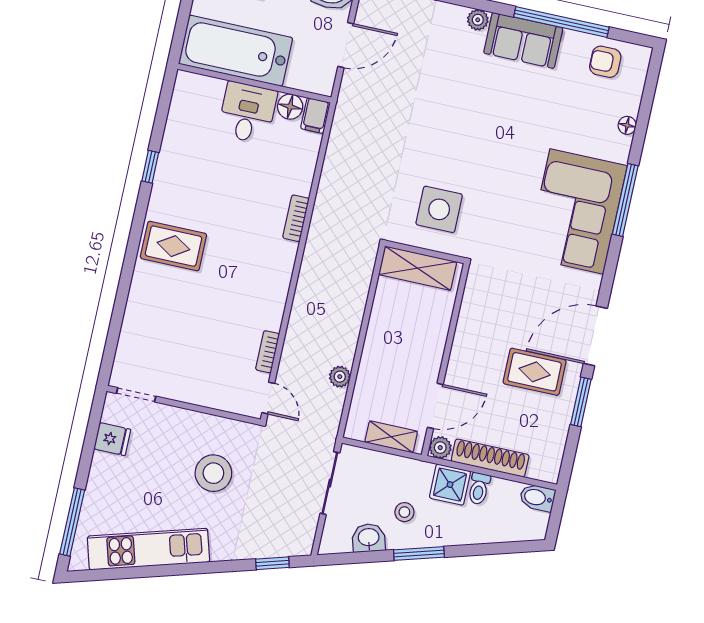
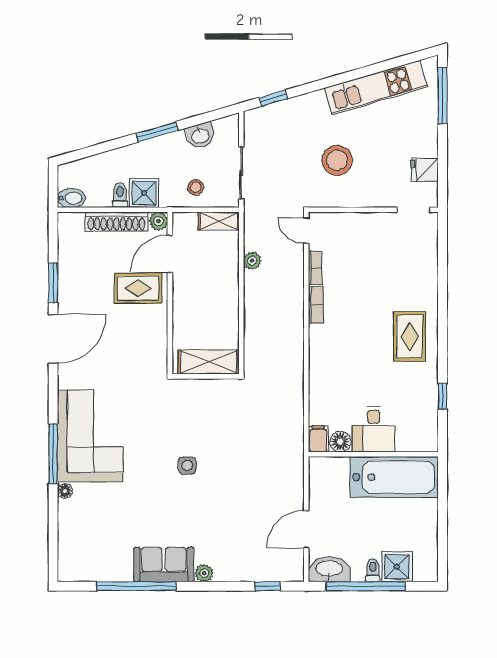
bathtub: (236, 51) -> (394, 477), moved
armchair: (605, 62) -> (94, 562), removed
wall: (254, 83) -> (373, 454), moved
floor lamp: (290, 107) -> (340, 442), moved
desk: (247, 113) -> (374, 429), moved
filing cabinet: (315, 116) -> (318, 439), moved
floor lamp: (627, 125) -> (65, 491), moved
side table: (439, 209) -> (187, 465), moved, width x0.54, depth x0.54
bookcase: (296, 218) -> (316, 305), moved
rug: (173, 246) -> (410, 336), turned 90
rug: (535, 372) -> (138, 288), moved
shelving: (391, 437) -> (219, 221), moved
stool: (404, 512) -> (196, 187), moved

